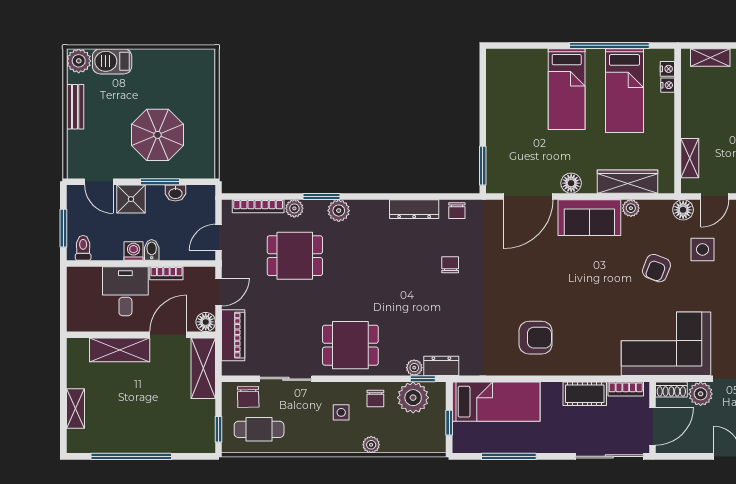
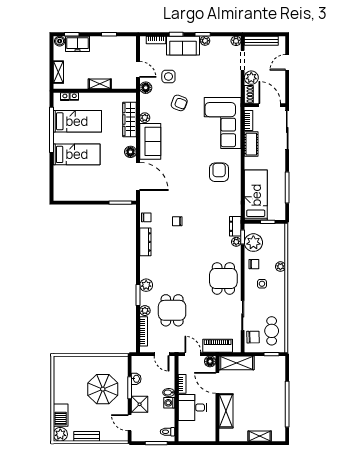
shelving: (690, 158) -> (100, 84), moved
door: (99, 182) -> (130, 423), swing flipped
corner sofa: (666, 344) -> (223, 123), moved

